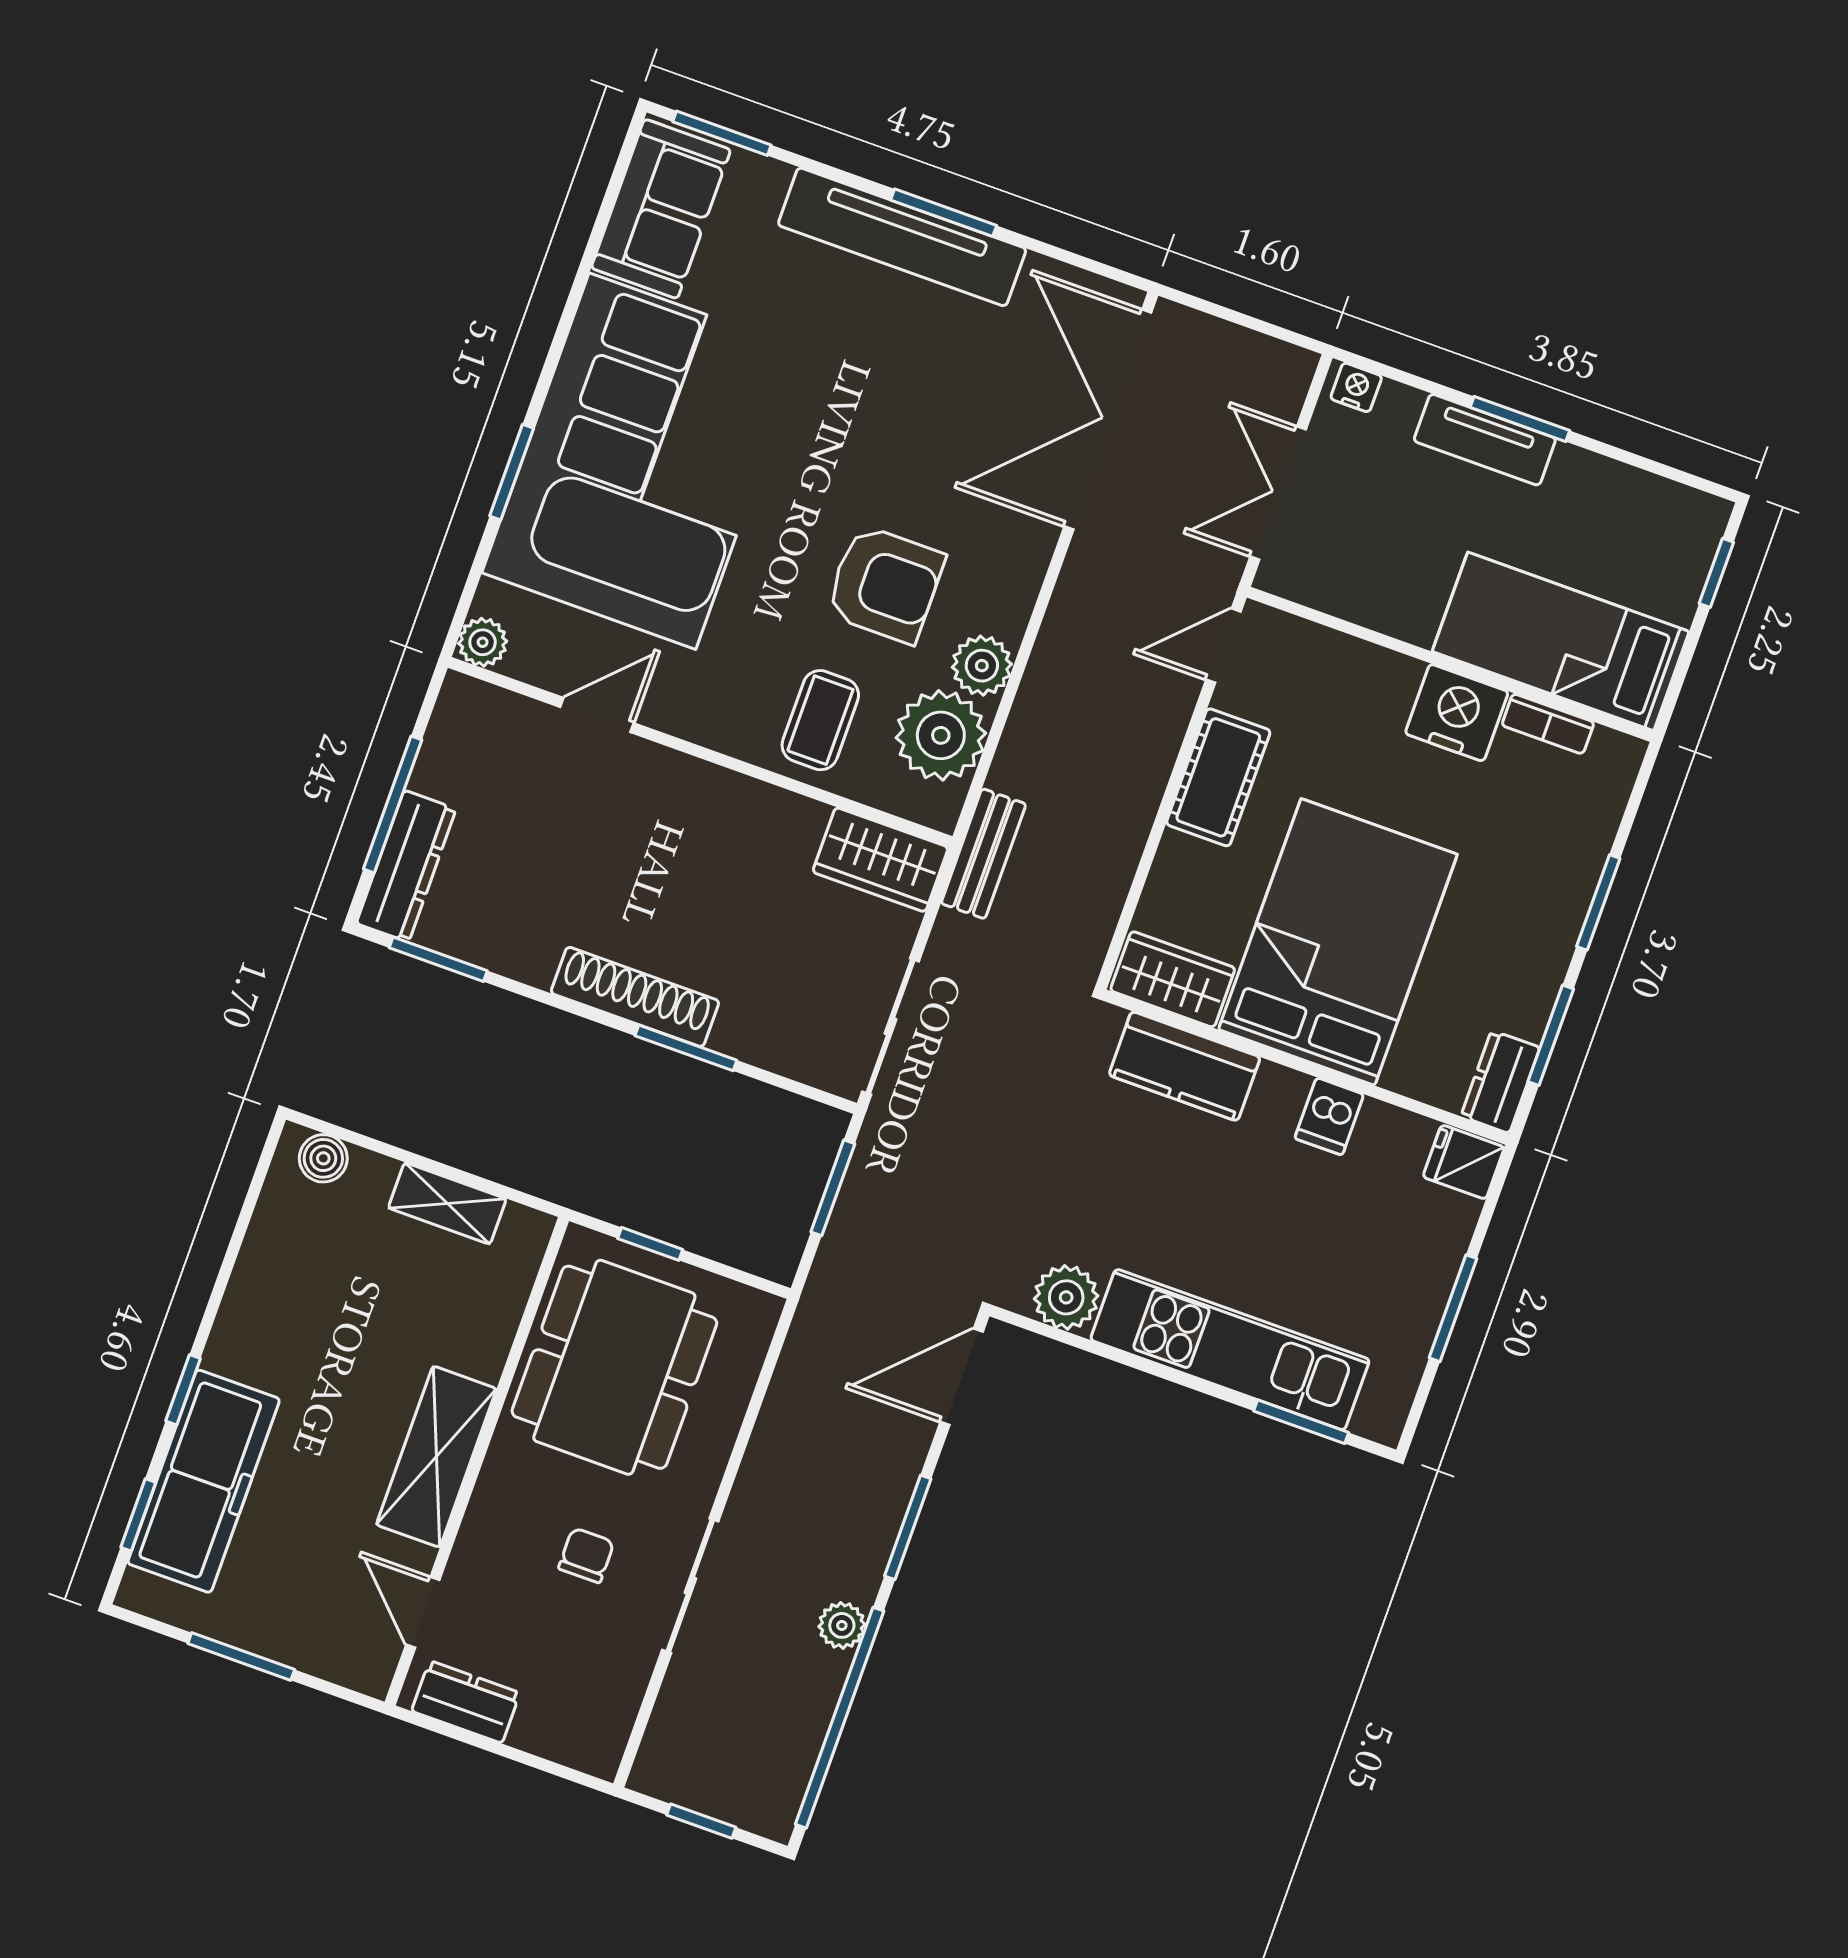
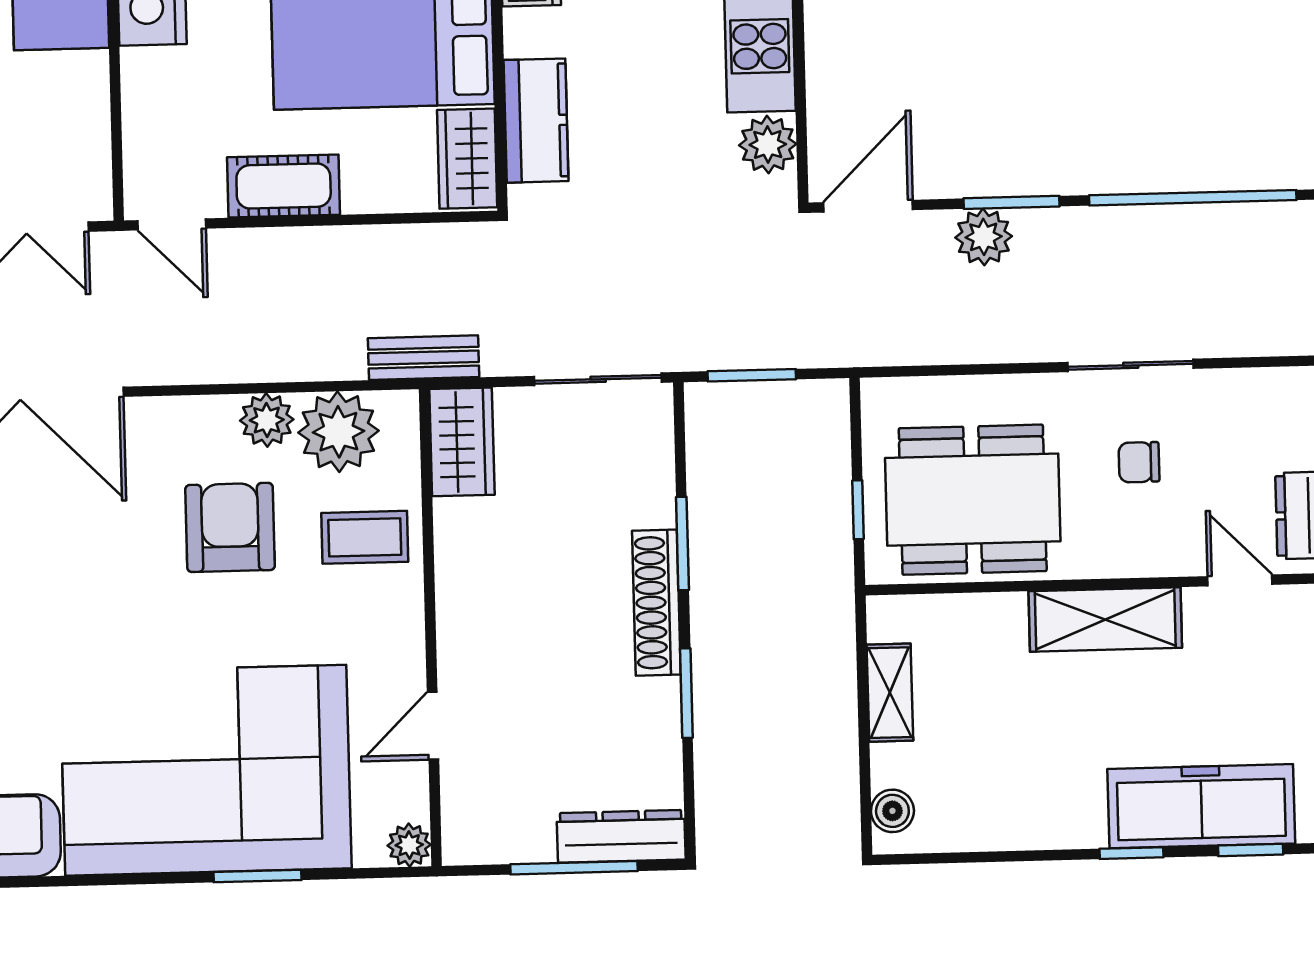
door: (597, 715) -> (433, 726), hinge flipped
window: (438, 959) -> (686, 693), moved
door: (962, 1377) -> (868, 206), swing flipped
door: (423, 1612) -> (1240, 580), swing flipped
plant: (842, 1625) -> (984, 237), moved, width x1.38, depth x1.38

